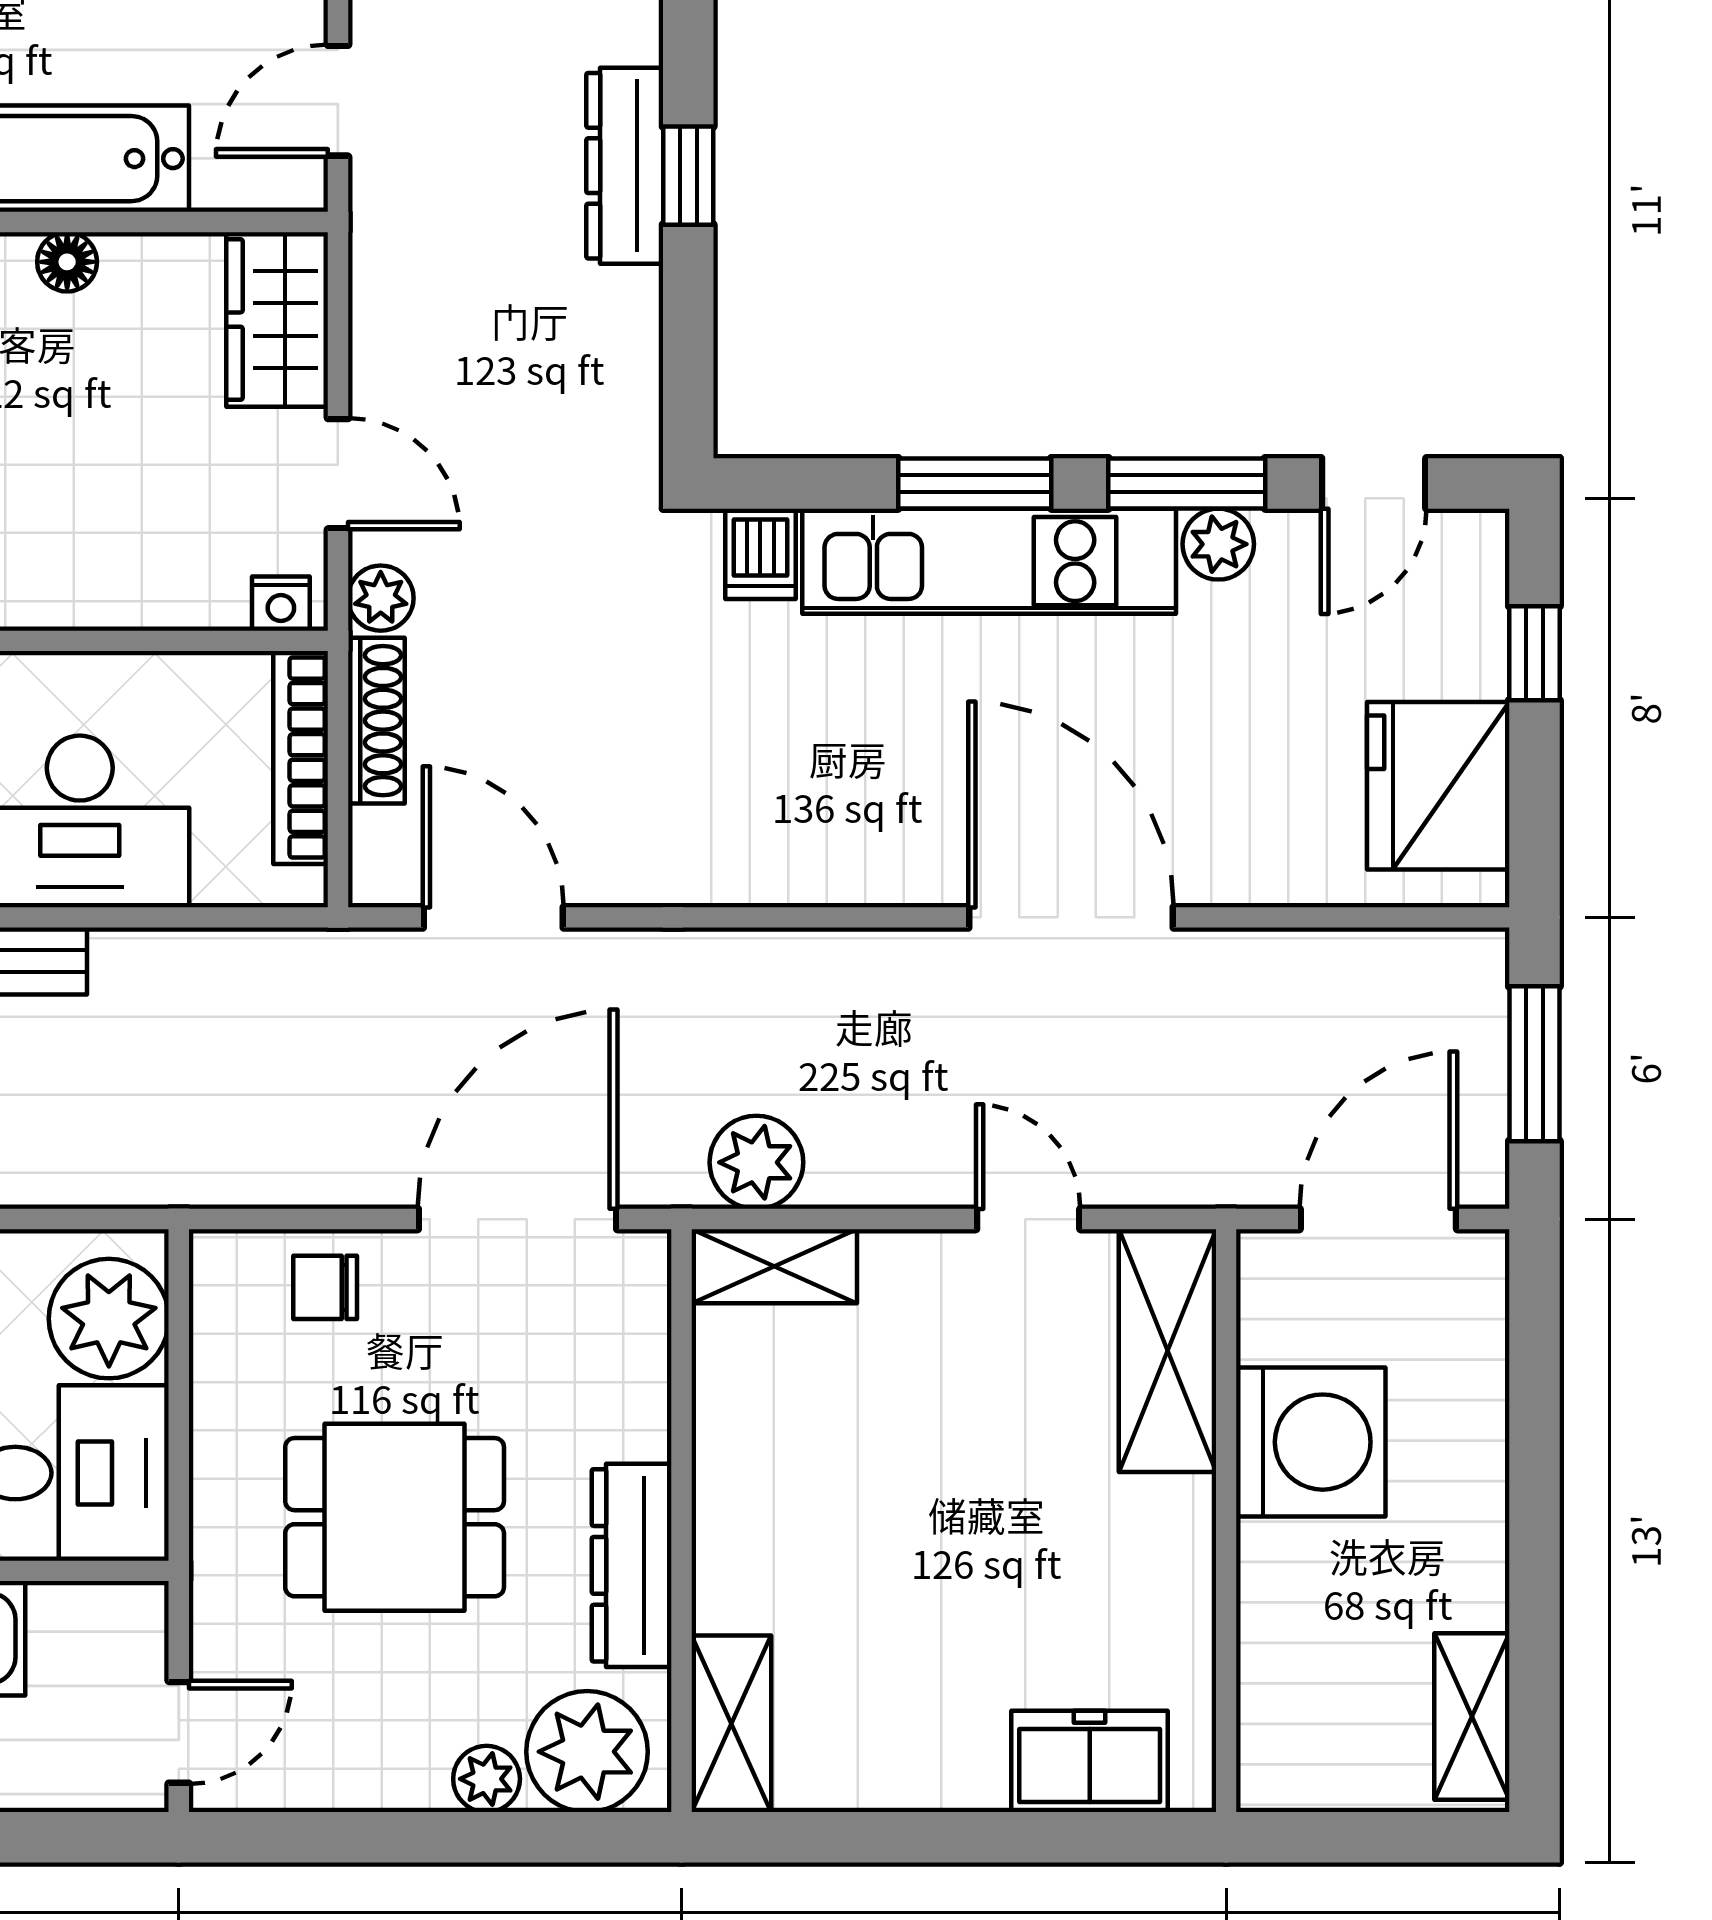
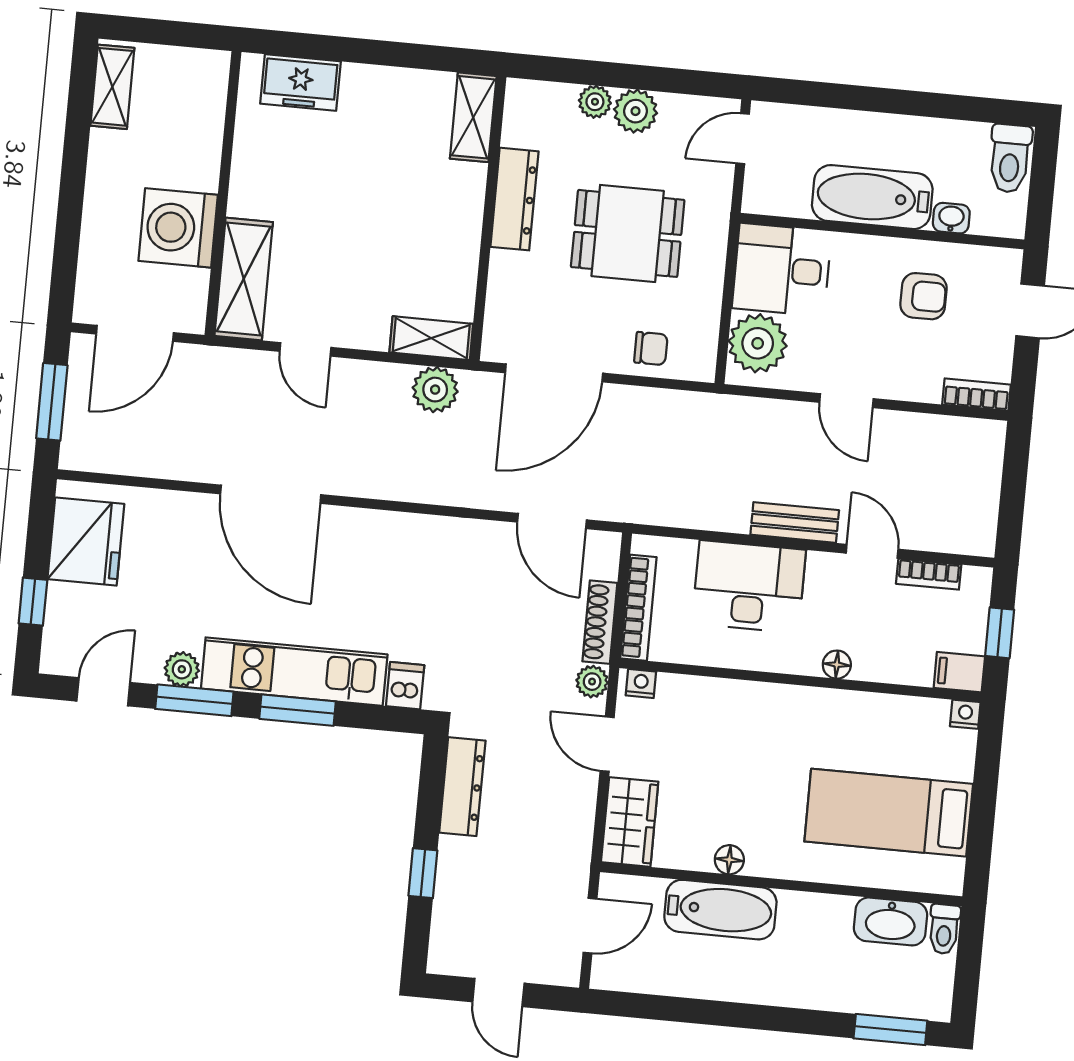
dresser: (625, 166) -> (462, 787), moved
plant: (587, 1752) -> (636, 111), moved, width x0.73, depth x0.73

